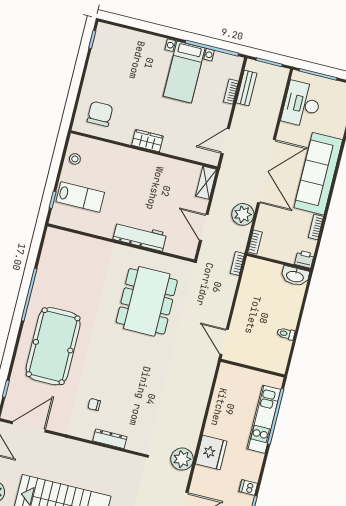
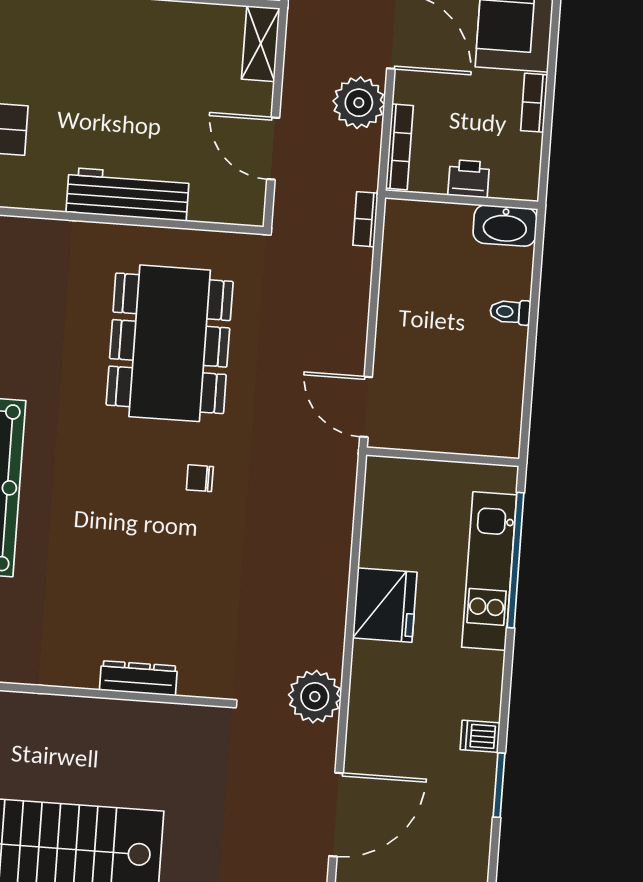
bookcase: (255, 242) -> (399, 147), width x1.56
printer: (304, 259) -> (469, 179), moved
toilet: (286, 334) -> (510, 312), moved
chair: (94, 405) -> (200, 478), moved
fridge: (211, 452) -> (385, 605), moved

